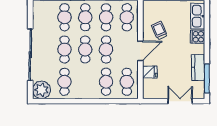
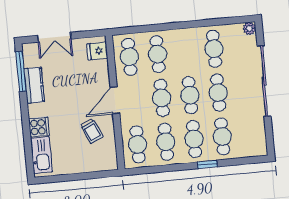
fridge: (150, 72) -> (97, 51), moved
plant: (41, 90) -> (249, 29), width x0.53, depth x0.53

